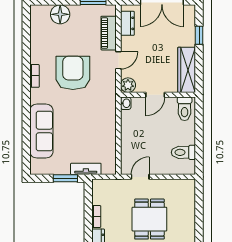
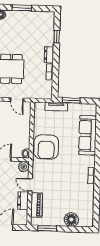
dresser: (127, 23) -> (23, 201), moved
door: (118, 60) -> (30, 185), hinge flipped
armchair: (73, 73) -> (46, 147), moved
door: (140, 177) -> (17, 100), hinge flipped

